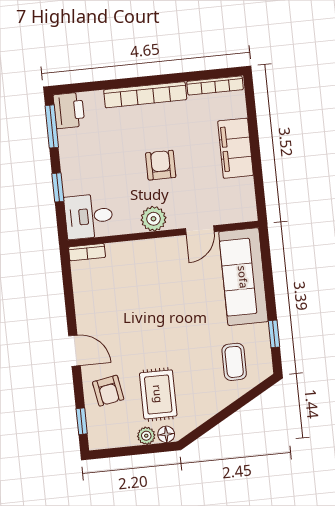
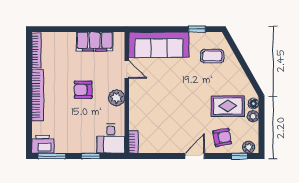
filing cabinet: (235, 148) -> (95, 42), moved
plant: (97, 434) -> (249, 147), added

